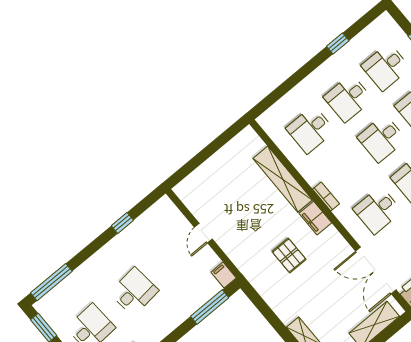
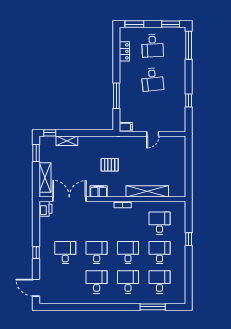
window: (338, 43) -> (189, 239), moved
desk: (378, 210) -> (97, 223), removed
filing cabinet: (315, 218) -> (99, 191), moved
door: (203, 233) -> (153, 134), swing flipped
window: (210, 307) -> (116, 96), moved

